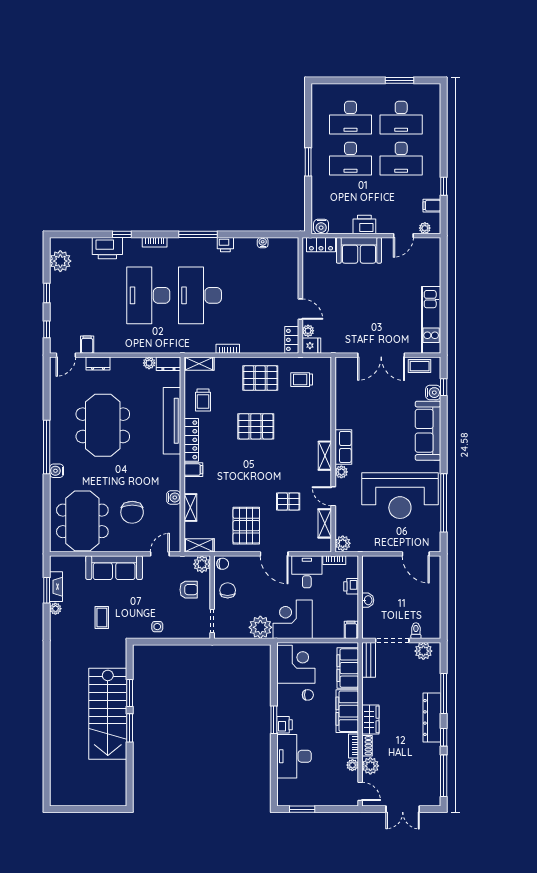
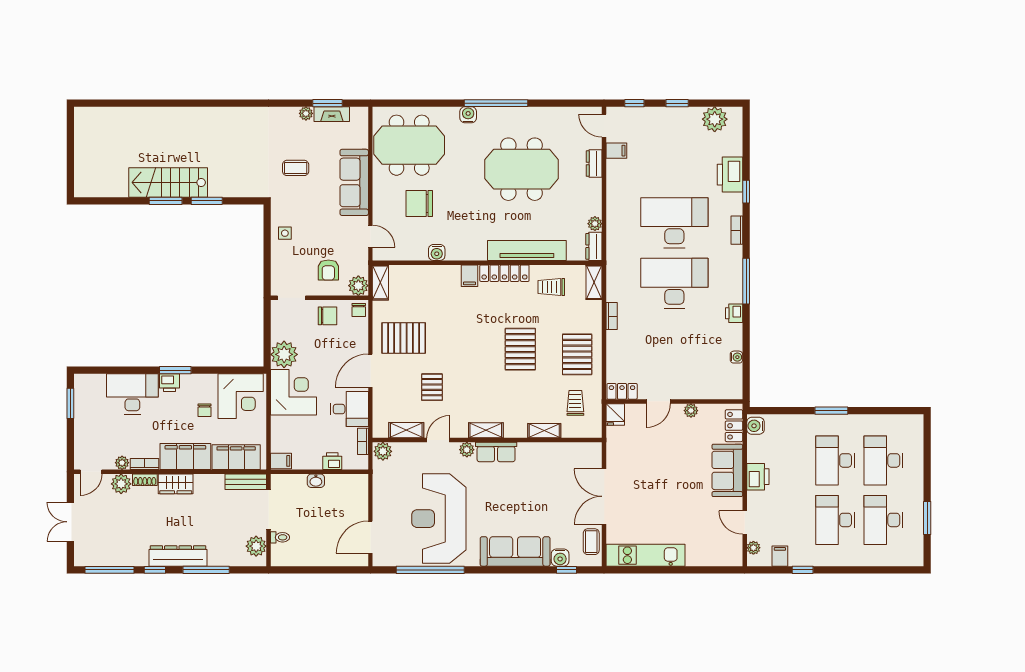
plant: (308, 331) -> (691, 411), moved
shelving: (190, 508) -> (544, 431), moved
stairs: (108, 714) -> (168, 182), width x0.73, depth x0.66

